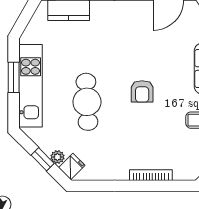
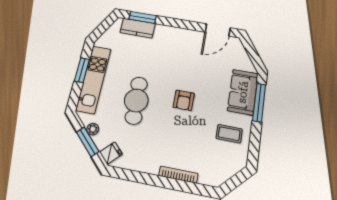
plant: (57, 157) -> (93, 129), moved
window: (43, 159) -> (88, 142), width x1.50

